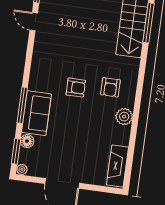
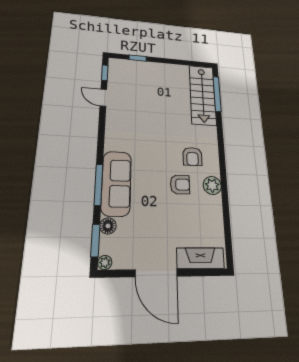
armchair: (76, 88) -> (180, 185), moved
sofa: (36, 113) -> (116, 183), width x1.36
fireplace: (117, 166) -> (201, 258), moved, turned 90

